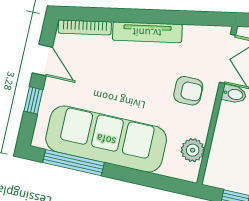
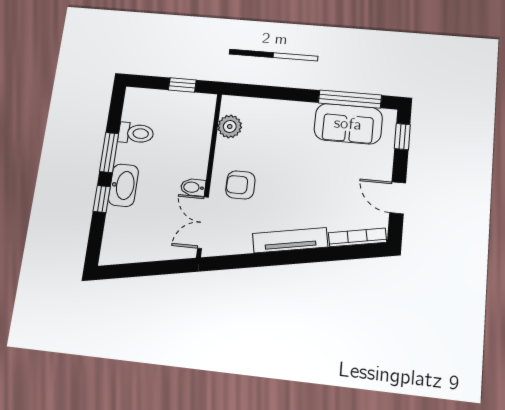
window: (33, 100) -> (402, 137), moved
sofa: (106, 139) -> (348, 124), width x0.54, depth x0.79

